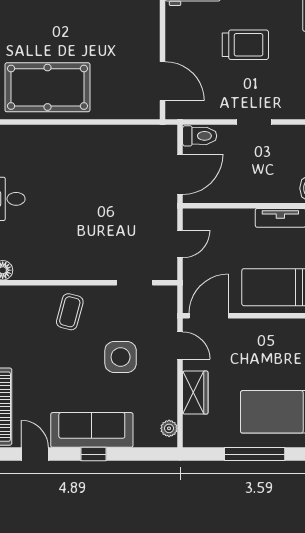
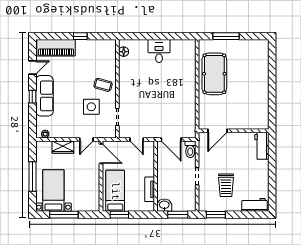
trolley: (245, 45) -> (226, 185), moved
side table: (121, 357) -> (91, 107), moved

